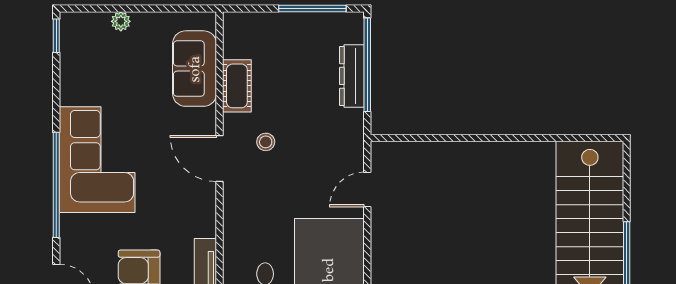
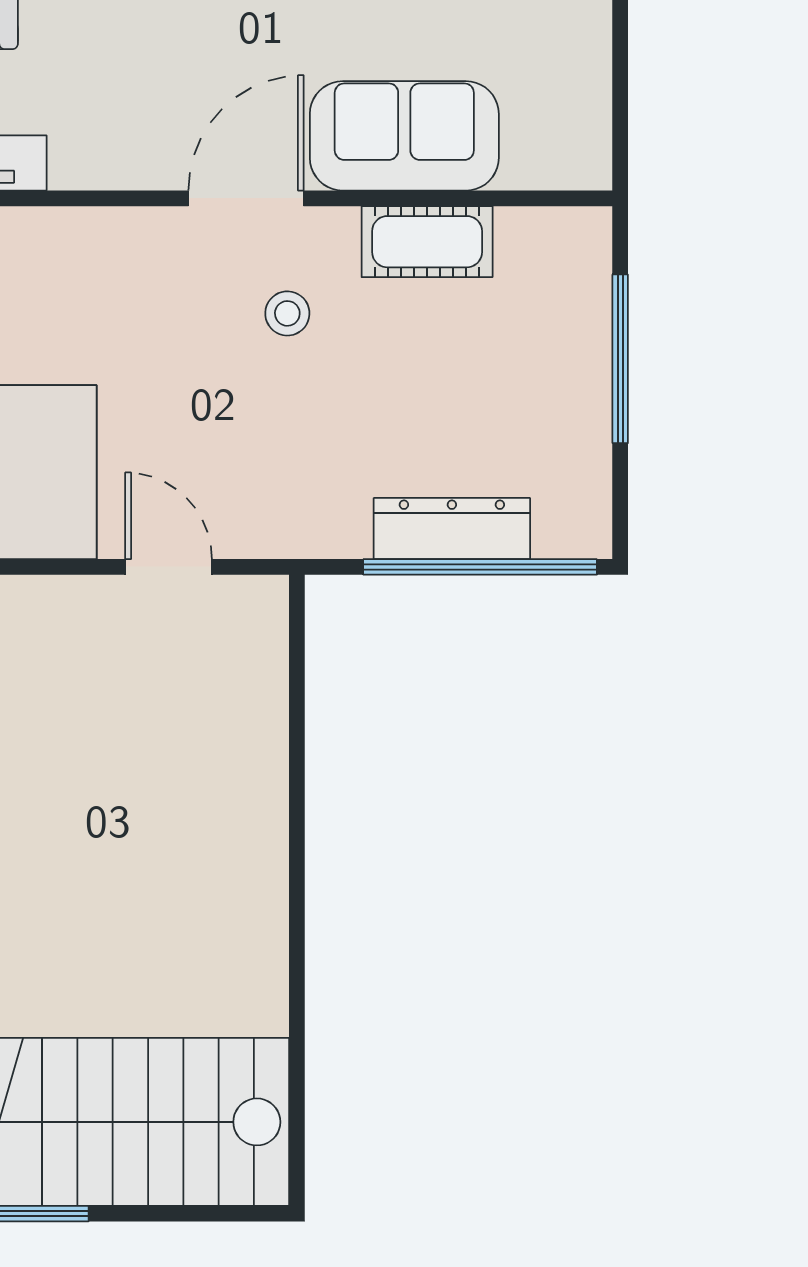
window: (312, 8) -> (620, 359), moved
sofa: (195, 69) -> (404, 136), moved

